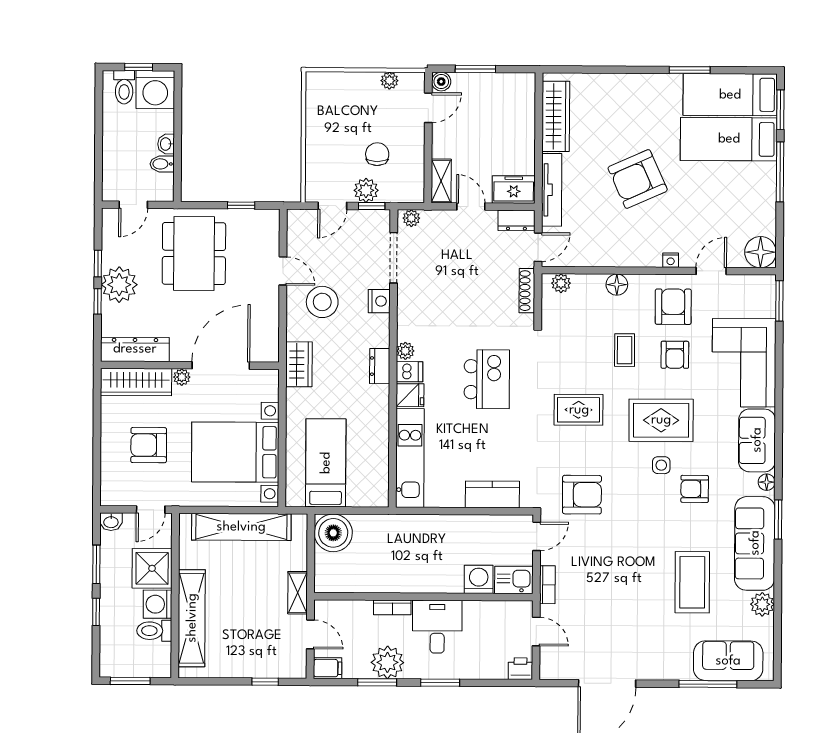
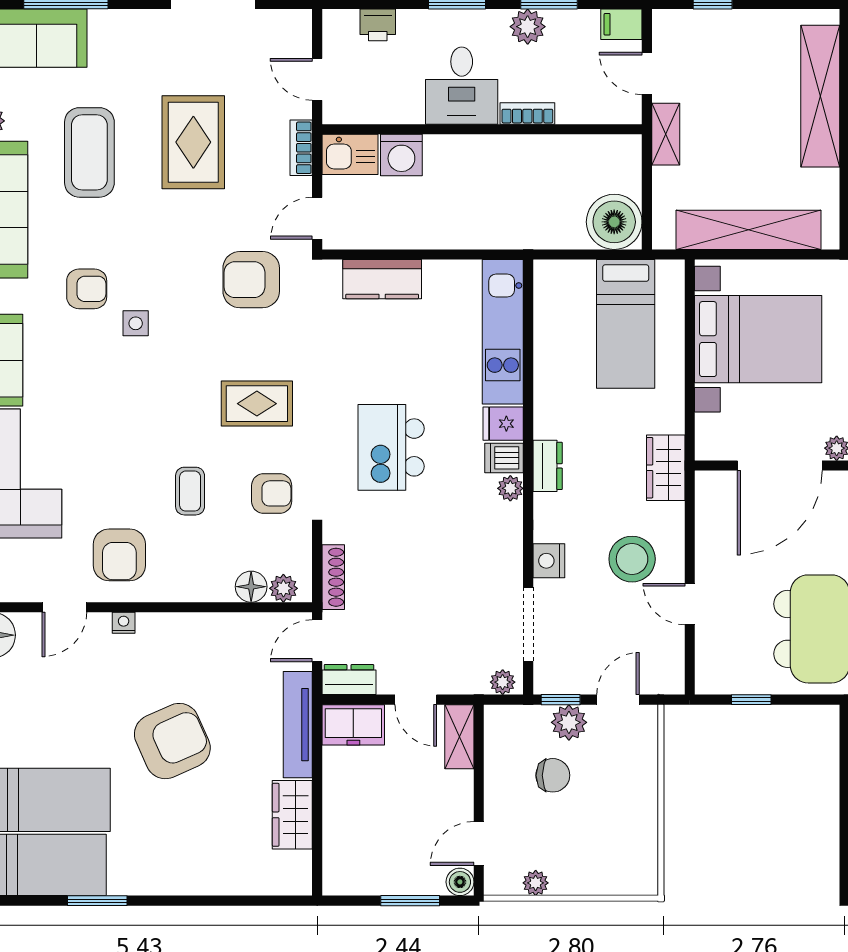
wardrobe: (556, 116) -> (292, 815), width x0.67
chair: (377, 154) -> (553, 775), turned -90
floor lamp: (617, 285) -> (251, 587), moved
armchair: (675, 355) -> (272, 493), moved, turned 90
rug: (661, 420) -> (193, 142), moved, turned 90
plant: (387, 662) -> (528, 27), width x0.73, depth x0.73
printer: (520, 669) -> (378, 25), moved

